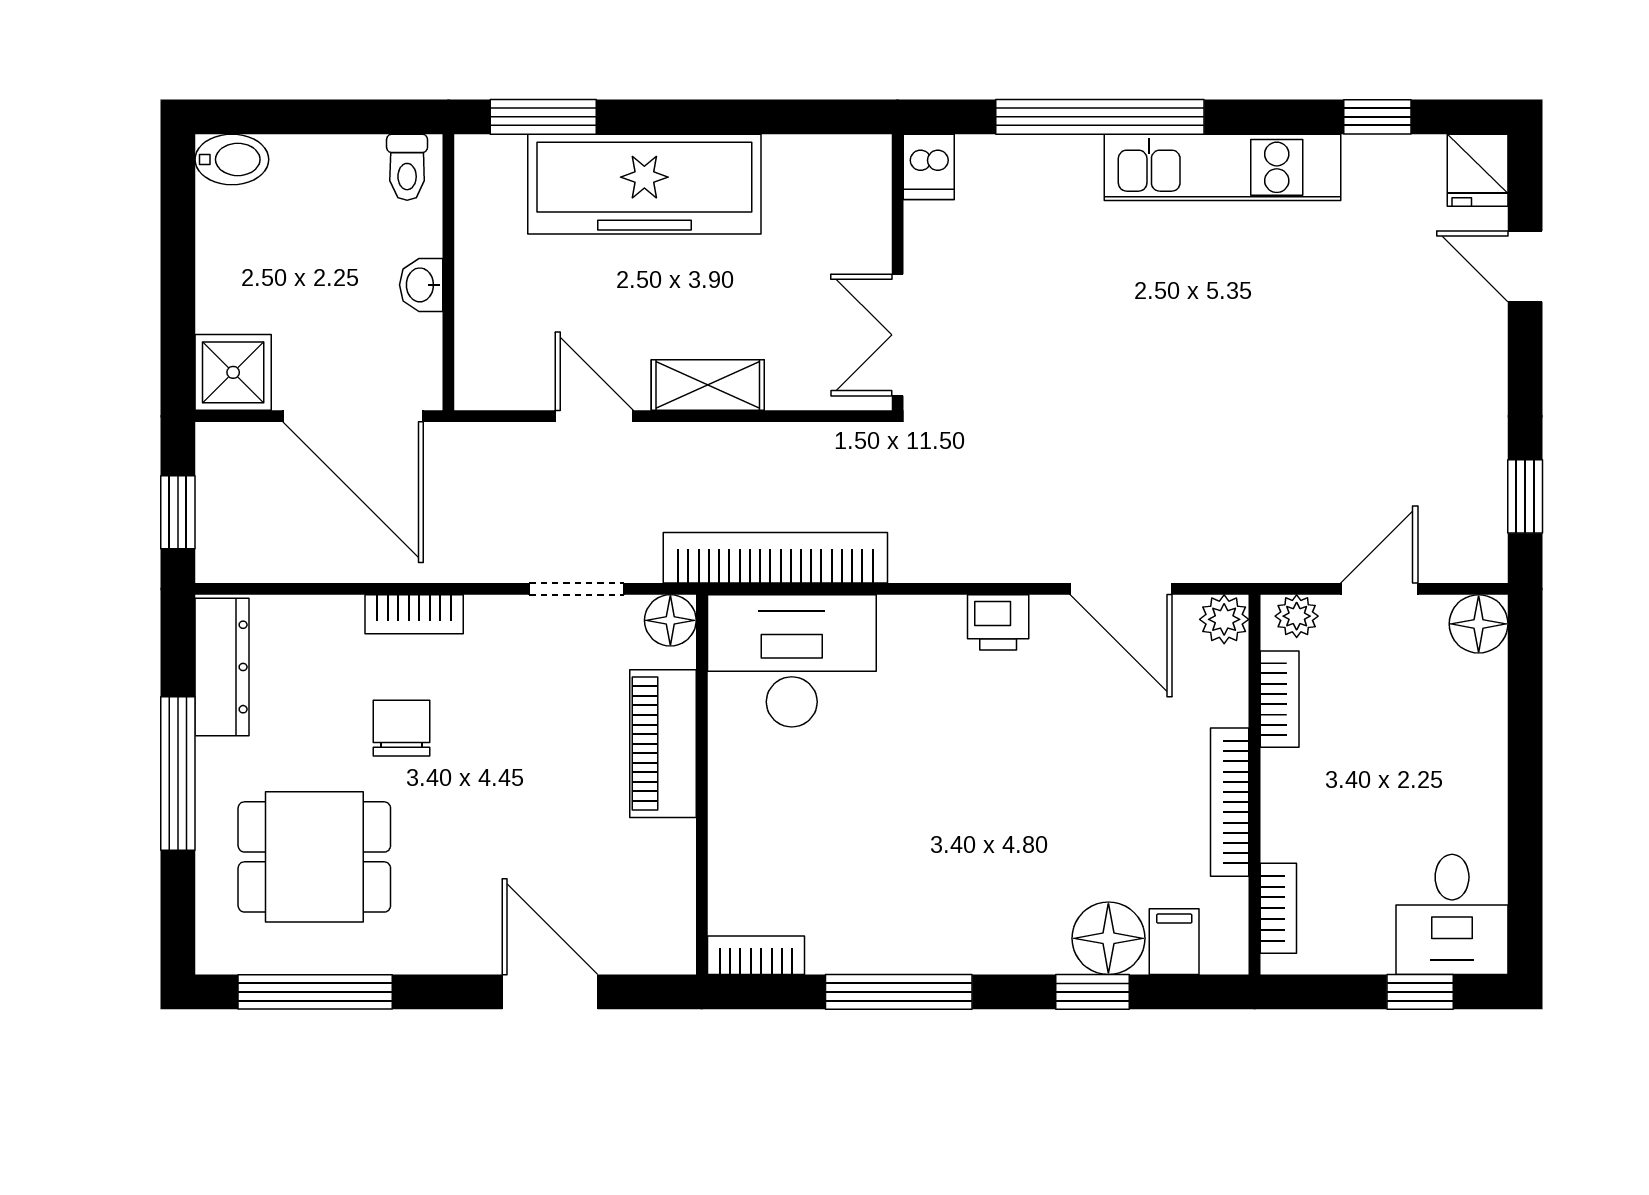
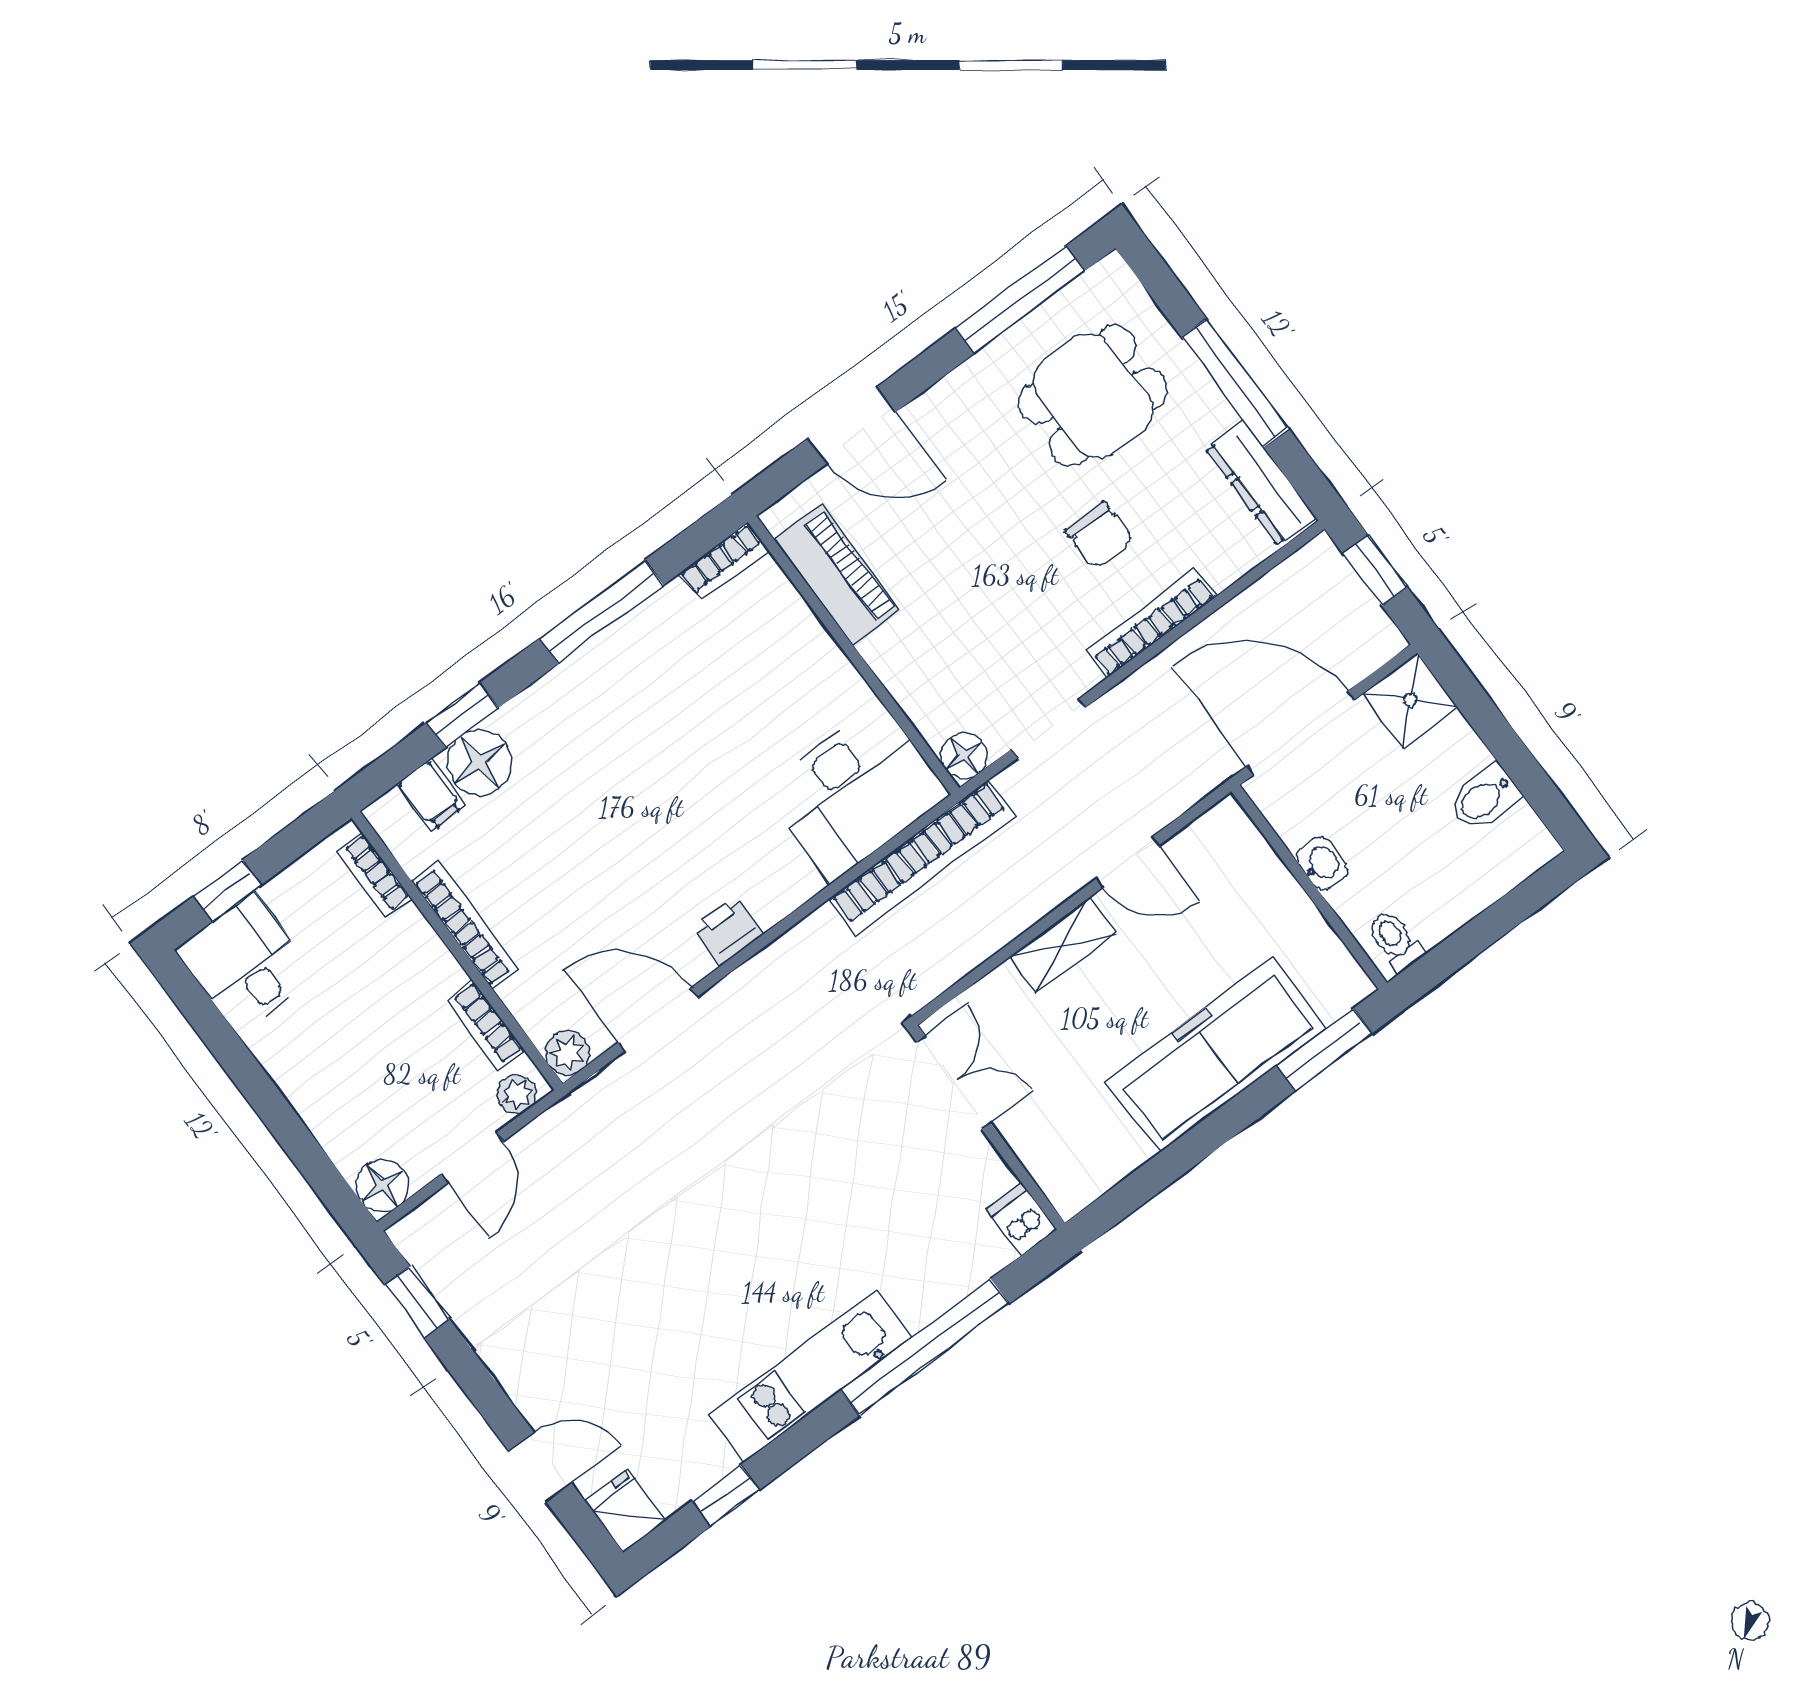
bidet: (232, 159) -> (1484, 798), moved
bookcase: (414, 614) -> (1151, 624), width x1.56
piano: (663, 744) -> (837, 575), moved

